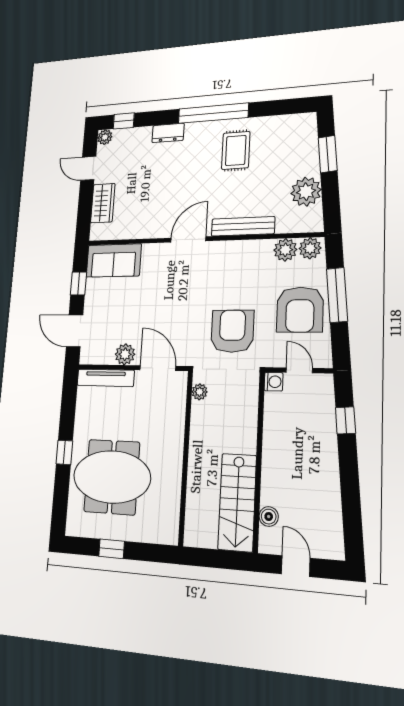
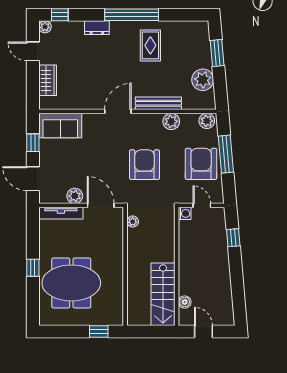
plant: (285, 250) -> (171, 121), moved
armchair: (300, 310) -> (201, 164), turned 180
armchair: (232, 331) -> (144, 165), moved
window: (112, 549) -> (99, 332), moved

